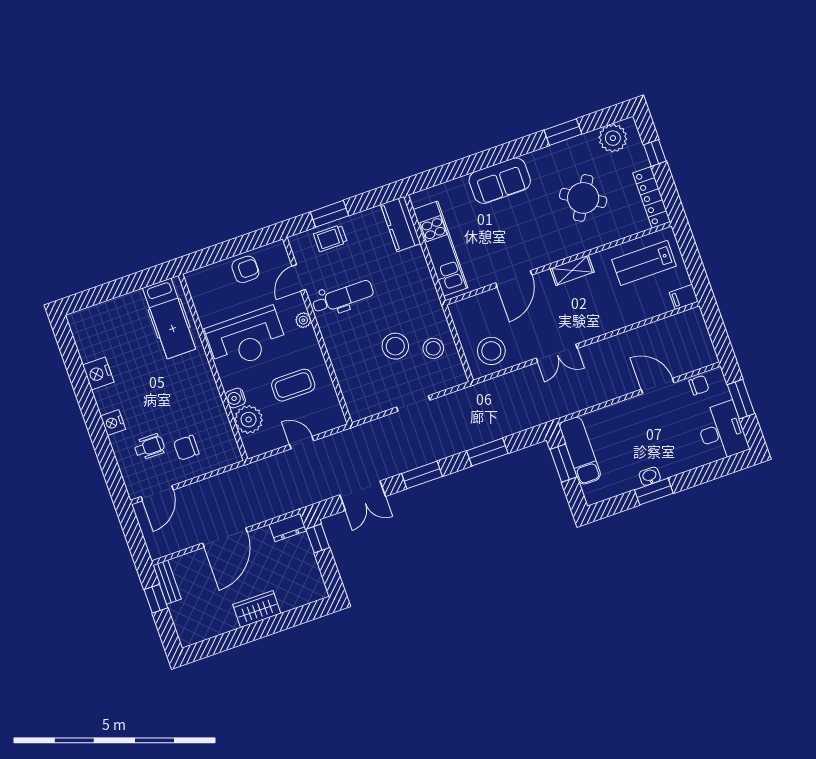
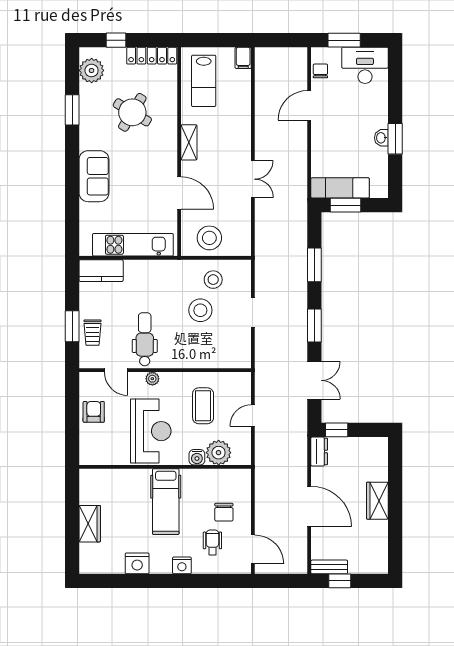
wardrobe: (123, 307) -> (90, 524), added
hospital bed: (169, 318) -> (166, 502), moved, turned 90
stool: (491, 351) -> (209, 238), moved

